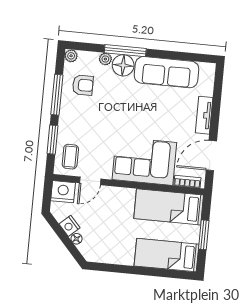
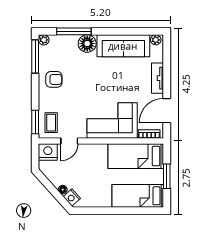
window: (125, 51) -> (74, 31), moved
plant: (105, 59) -> (156, 40), moved
armchair: (83, 85) -> (54, 79), moved
window: (57, 95) -> (35, 57), moved
window: (53, 140) -> (35, 122), moved
nightstand: (69, 226) -> (72, 197), moved

